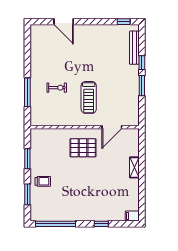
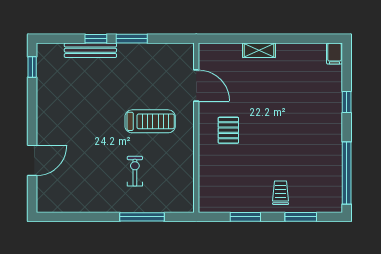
bench: (134, 48) -> (90, 50), moved
pallet: (83, 148) -> (228, 130), width x0.67, depth x0.71

